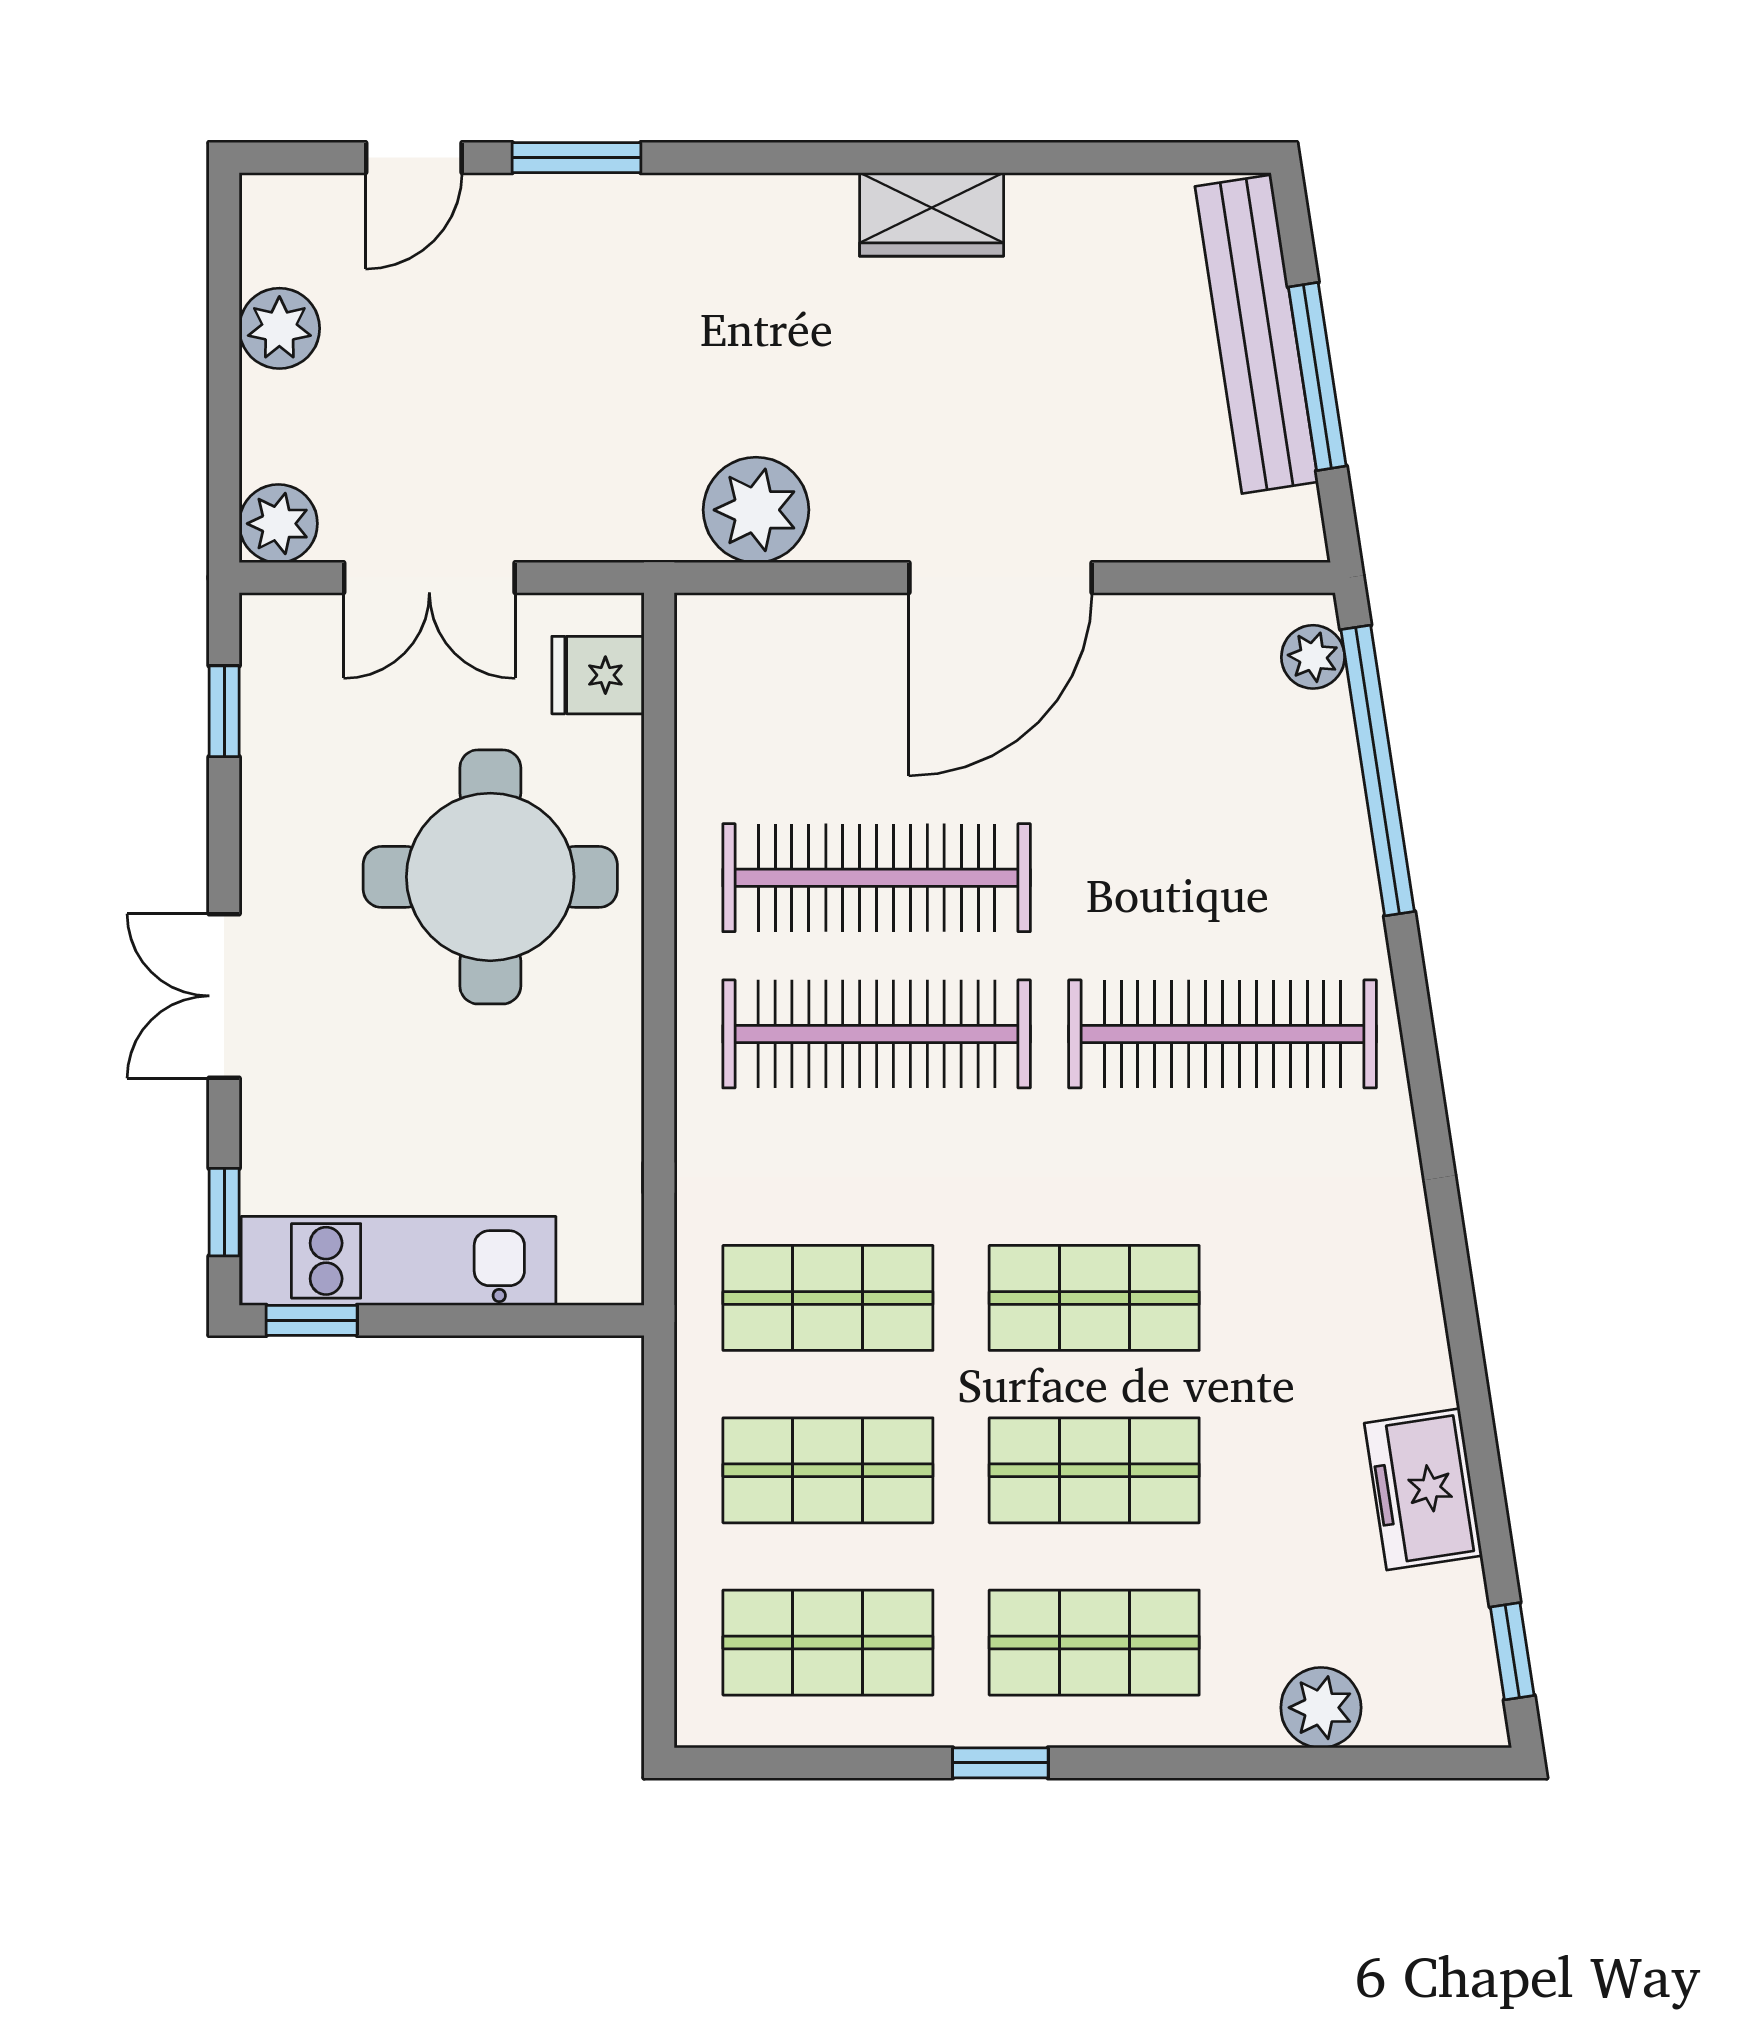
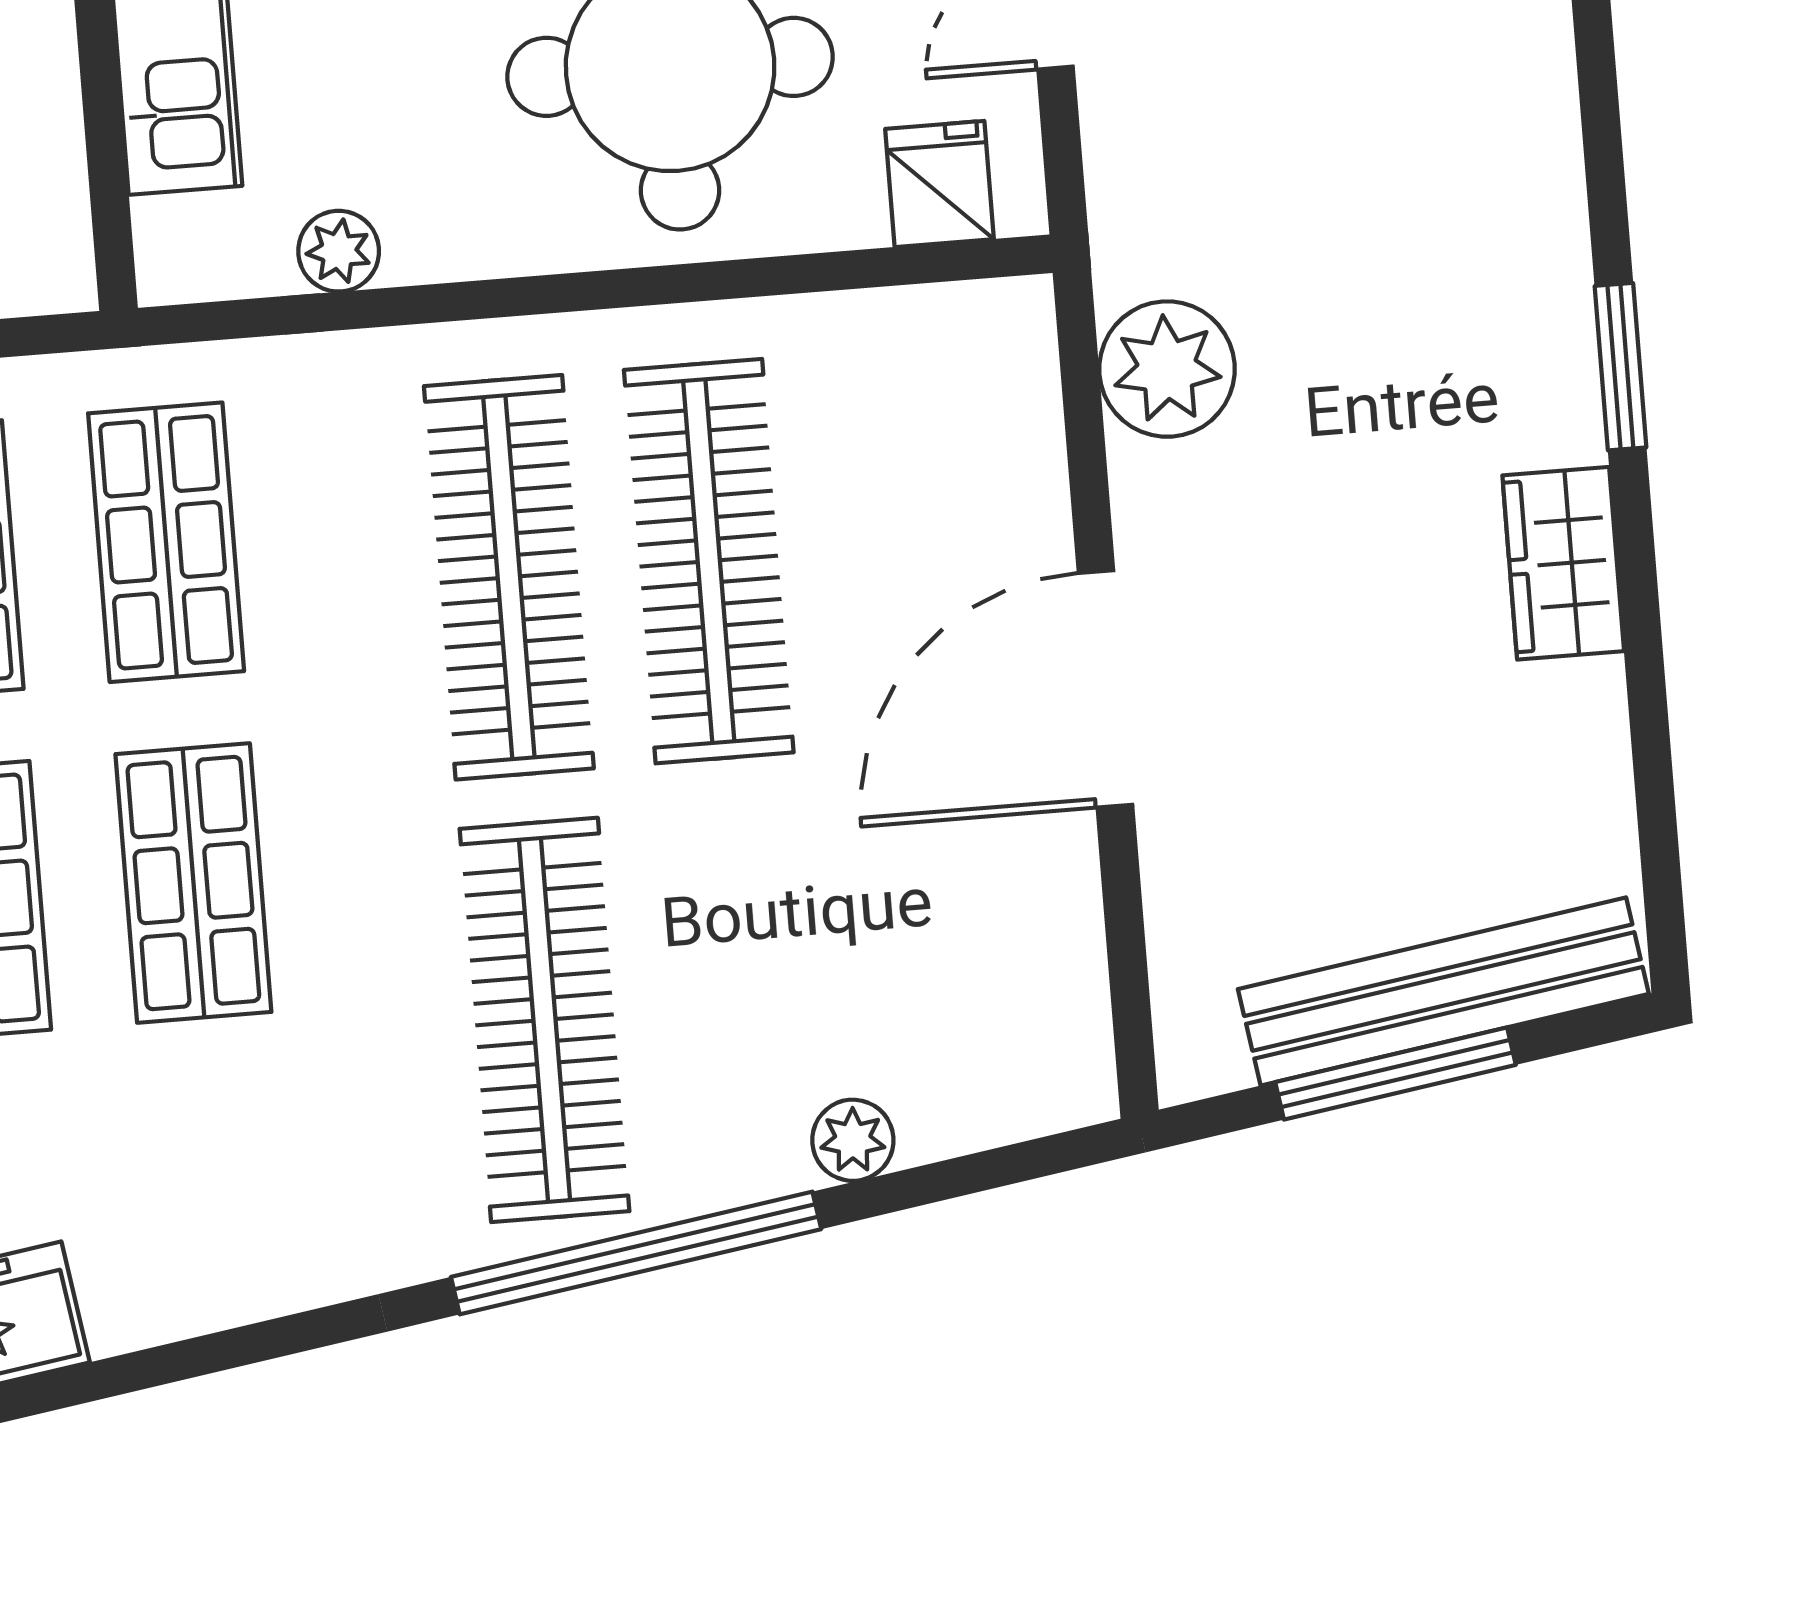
window: (577, 158) -> (1620, 367), moved
door: (1000, 578) -> (1105, 689), hinge flipped
plant: (1313, 657) -> (853, 1140), moved
window: (1378, 770) -> (636, 1253), moved
plant: (613, 1146) -> (339, 251), added

